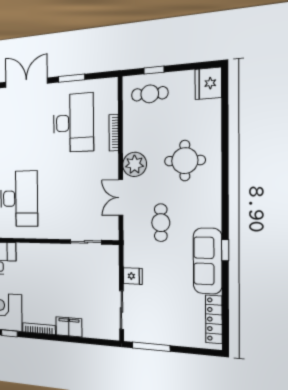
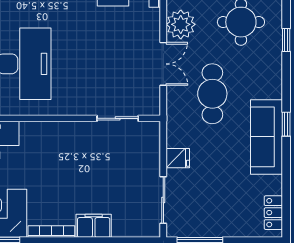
window: (225, 175) -> (286, 40), added
double door: (121, 198) -> (163, 64), swing flipped
cafe table: (161, 223) -> (212, 94), width x1.37, depth x1.35
locker: (214, 319) -> (273, 213), width x0.66

